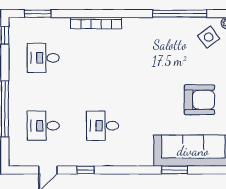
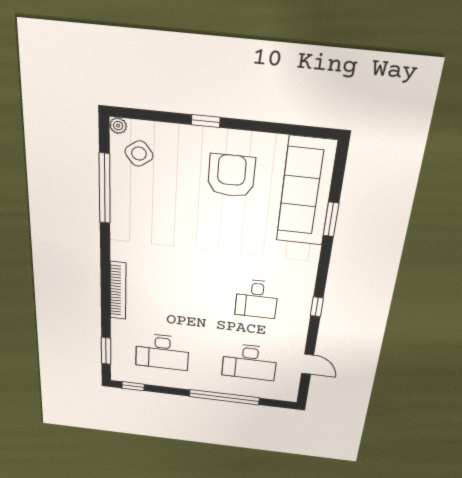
desk: (43, 58) -> (162, 352), width x1.37
desk: (43, 126) -> (249, 362), width x1.37
window: (85, 170) -> (317, 307), moved

